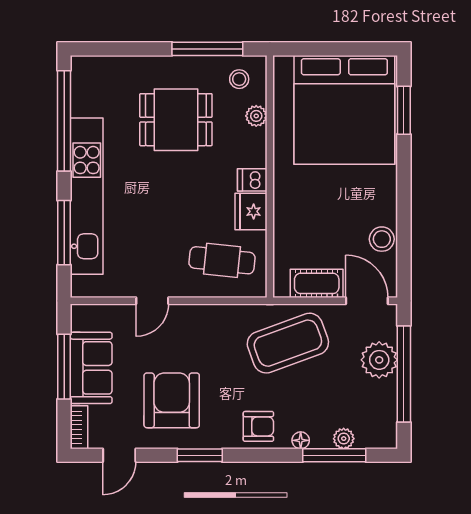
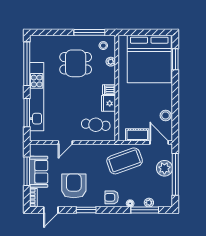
armchair: (258, 426) -> (112, 197), turned 180

